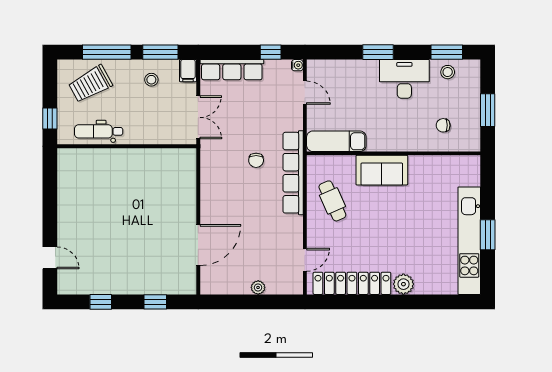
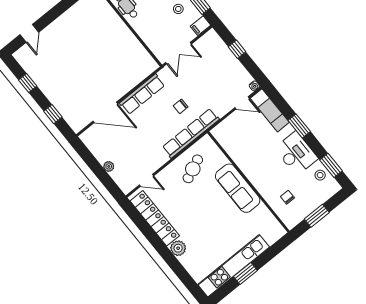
window: (271, 52) -> (237, 49), moved
row of seats: (232, 70) -> (142, 94), moved, turned -90
door: (305, 93) -> (242, 103), hinge flipped
exam couch: (336, 141) -> (270, 110), moved, turned 180
sofa: (382, 170) -> (238, 188), width x1.36

